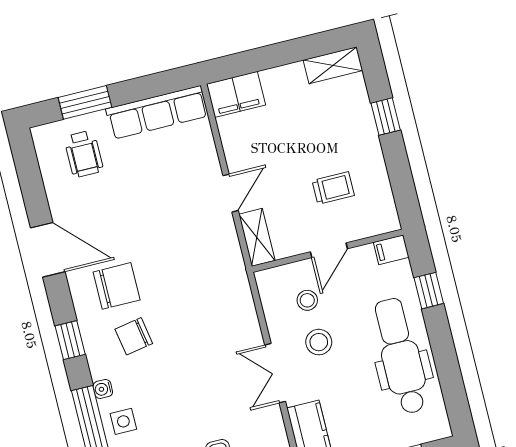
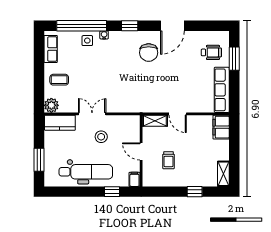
wheelchair: (84, 154) -> (211, 52), turned 180
stool: (307, 300) -> (121, 136), removed
chair: (134, 336) -> (124, 55), removed

